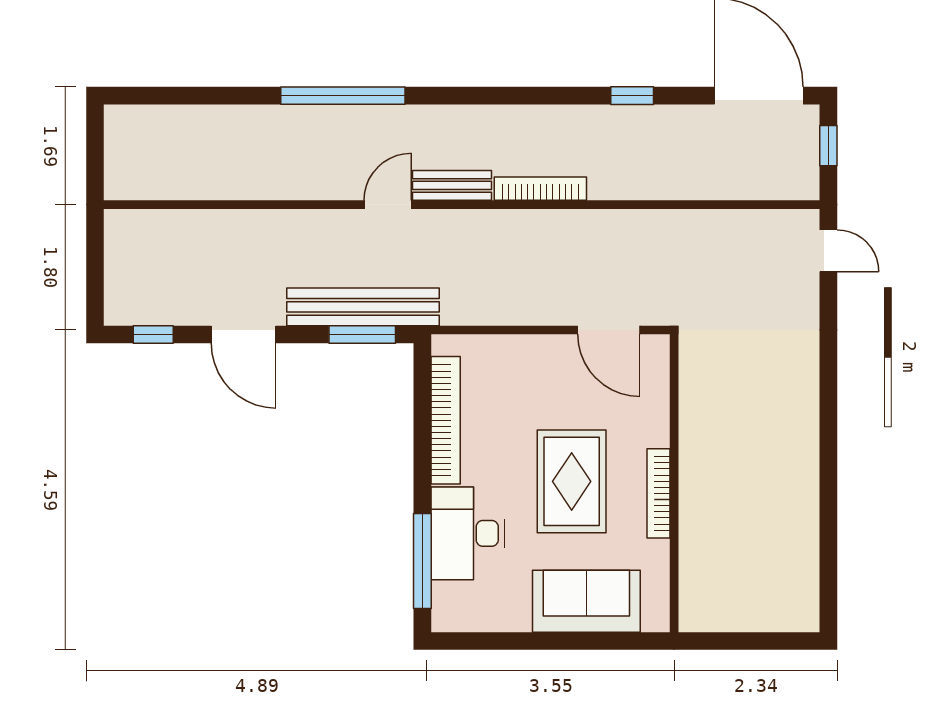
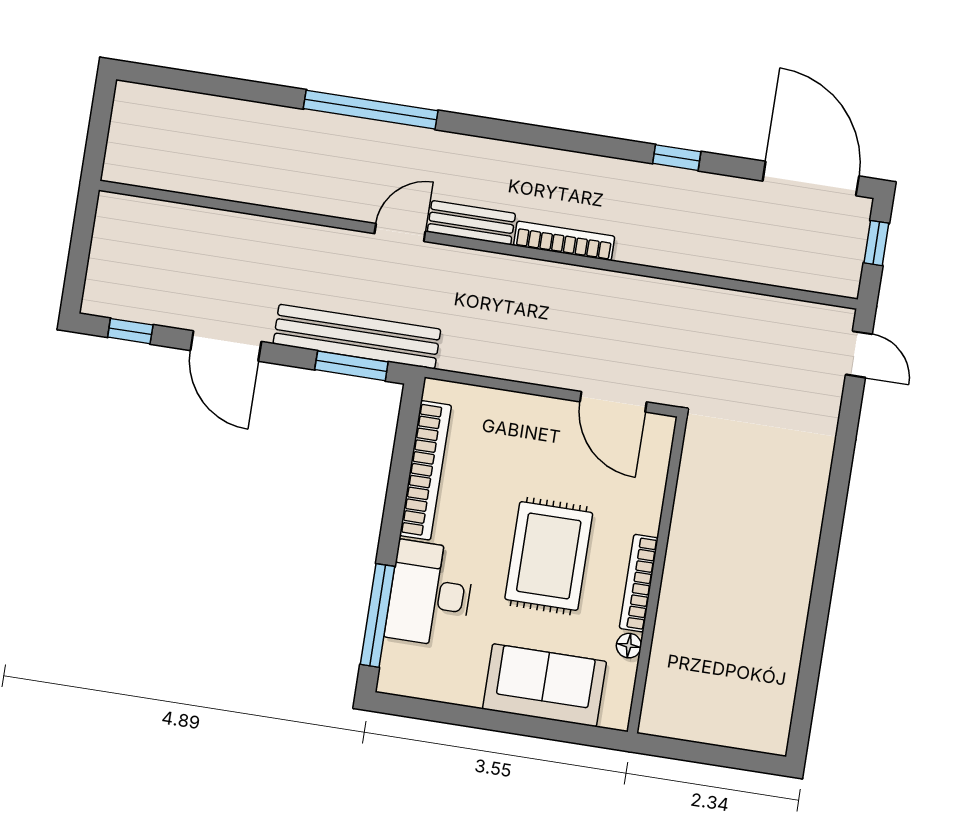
floor lamp: (658, 552) -> (629, 646), added

